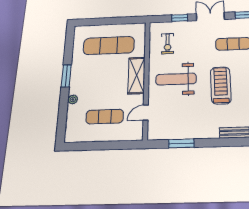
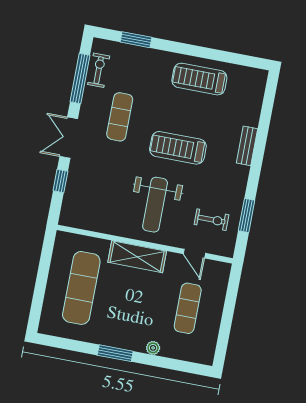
exercise bike: (168, 44) -> (211, 220), moved

